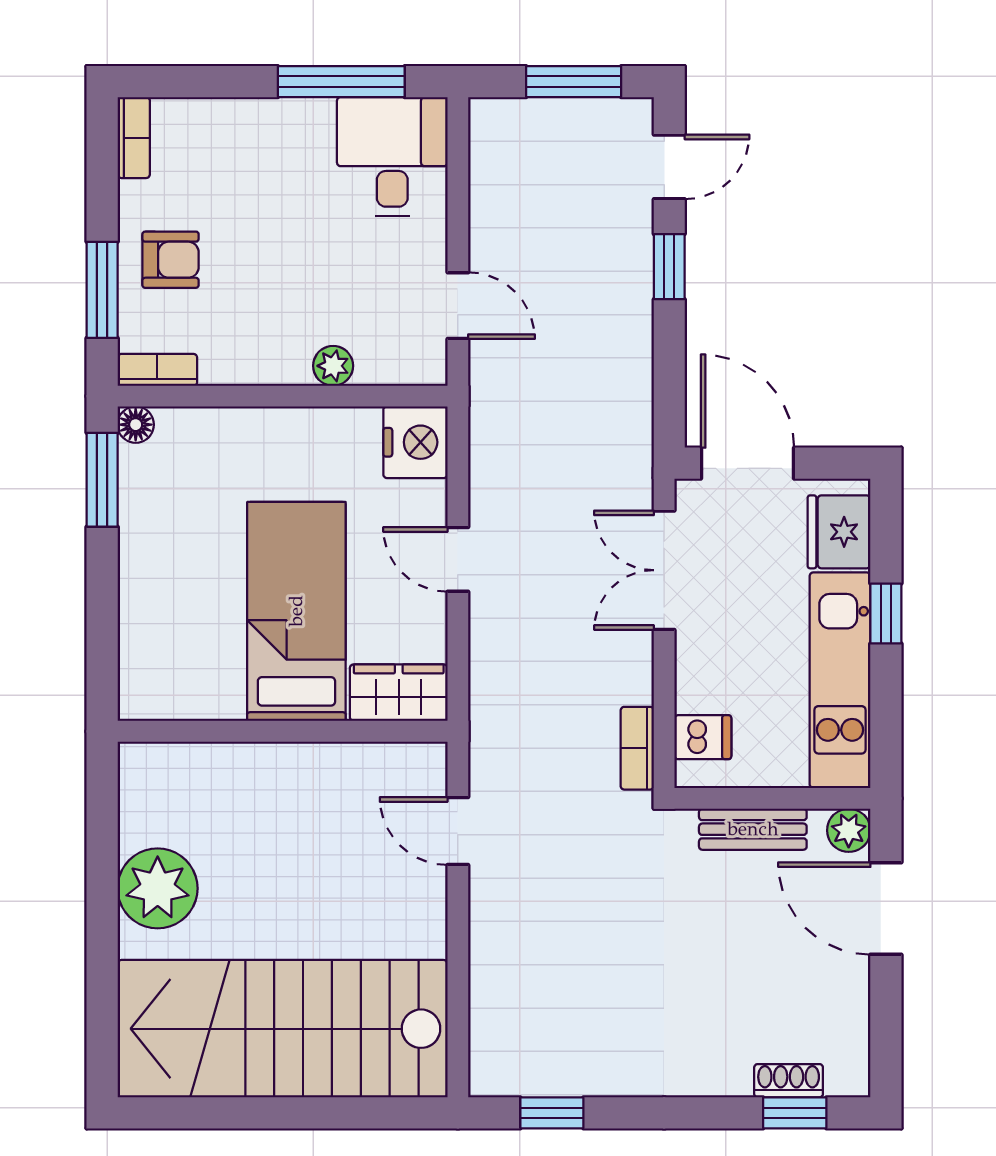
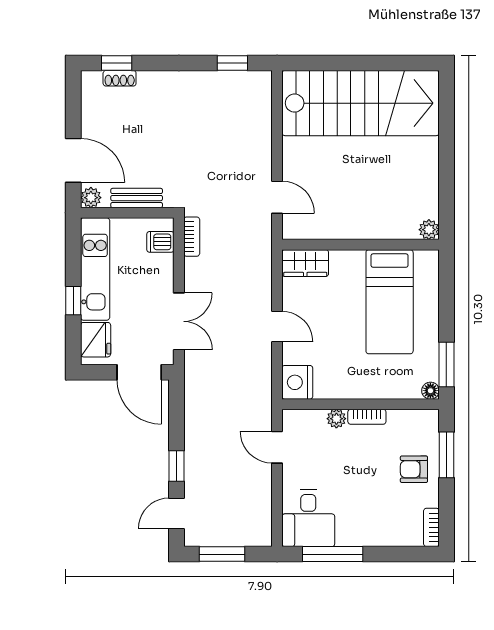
bookcase: (157, 370) -> (367, 417), moved
bed: (296, 611) -> (390, 302), moved
plant: (158, 888) -> (429, 230), moved, width x0.53, depth x0.53

